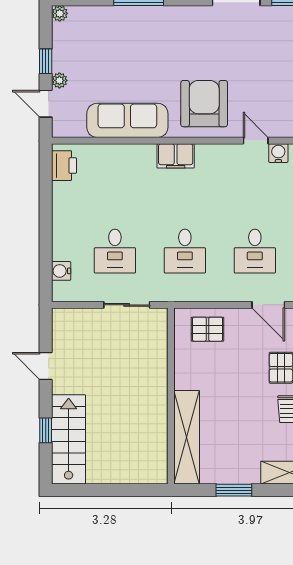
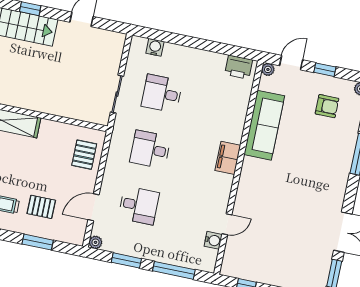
plant: (59, 80) -> (268, 69), moved
armchair: (204, 104) -> (327, 106), moved, width x0.53, depth x0.53
desk: (255, 251) -> (139, 205), turned 180

